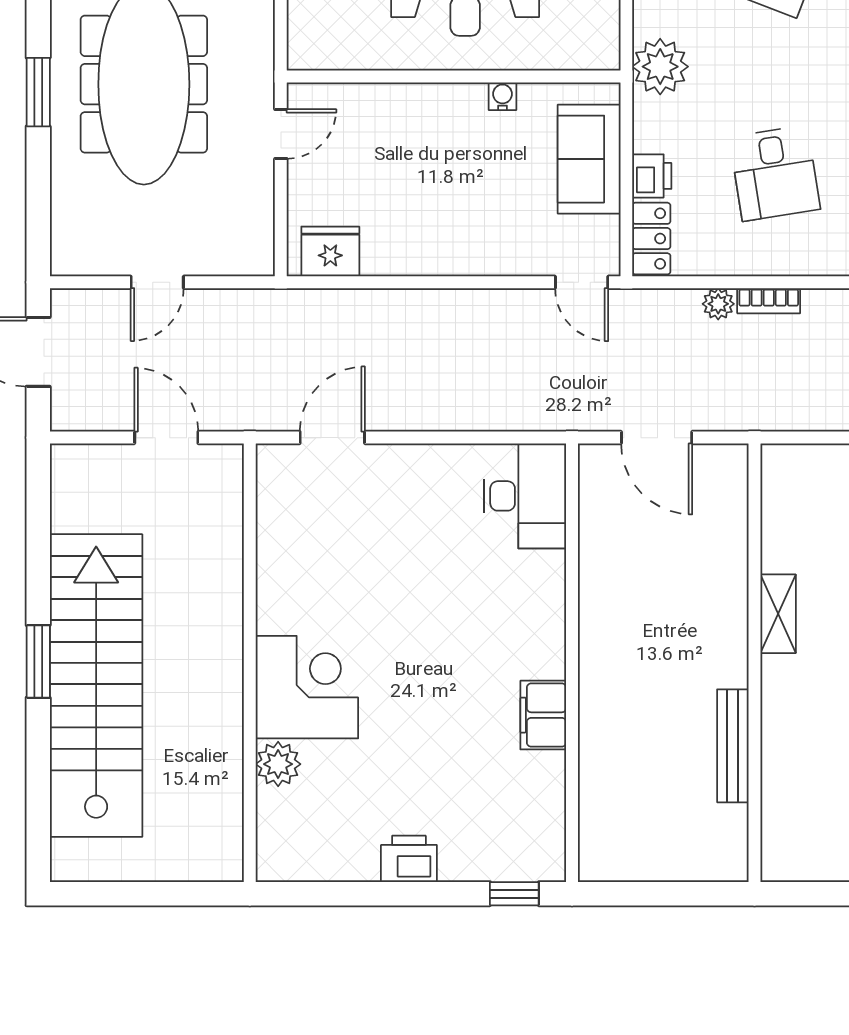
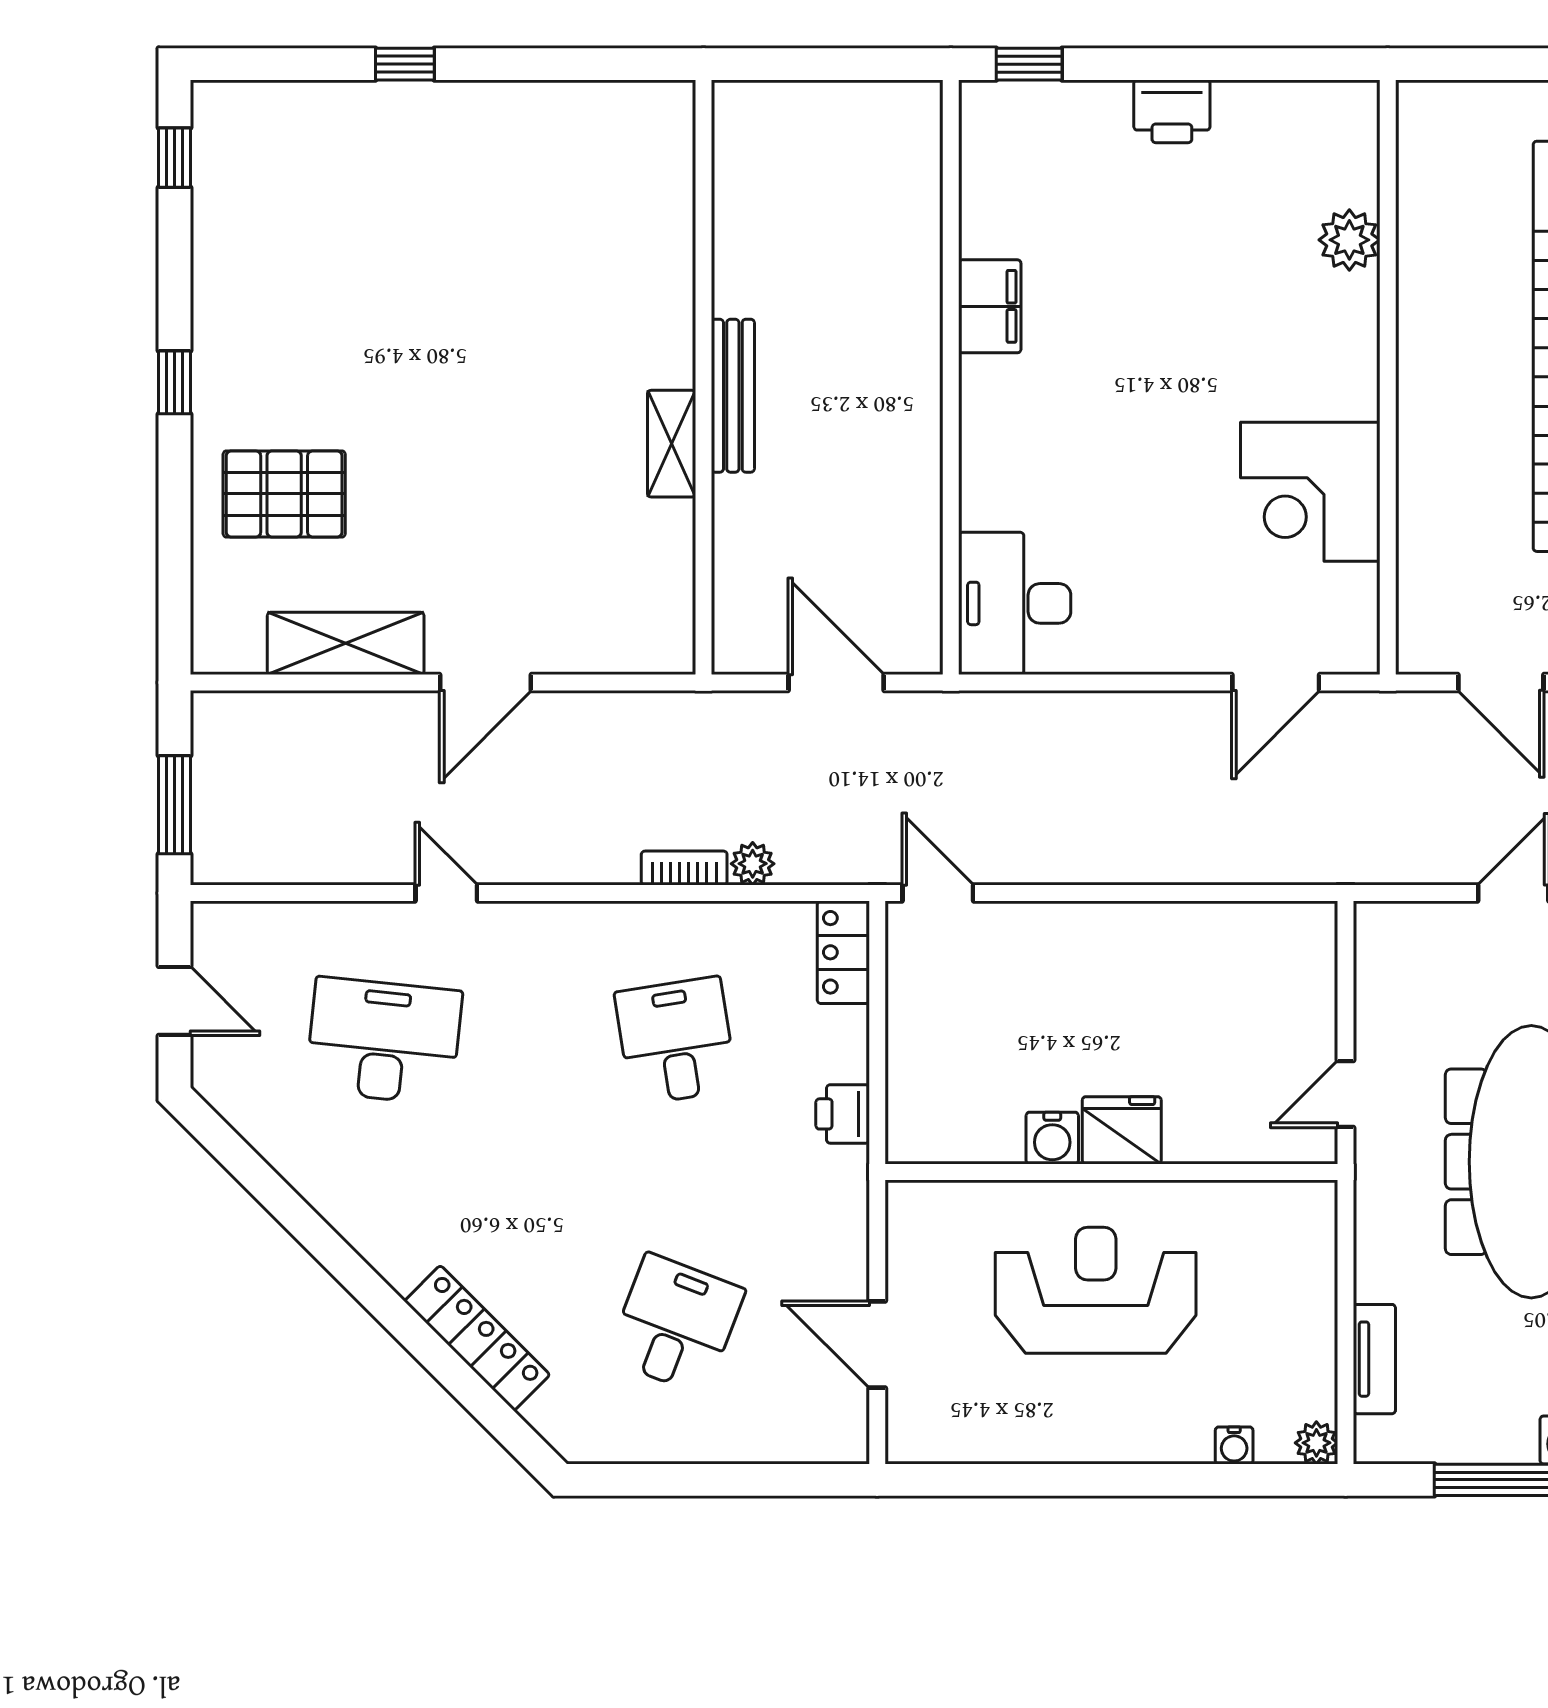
plant: (660, 67) -> (831, 1185), removed
water cooler: (503, 96) -> (1052, 1138), width x1.38, depth x1.38
sofa: (589, 159) -> (928, 1060), removed
printer: (652, 176) -> (843, 1114), moved
fridge: (330, 251) -> (1122, 1130), moved, turned 180
corner desk: (307, 687) -> (1310, 492), moved
bench: (733, 746) -> (733, 396), moved

